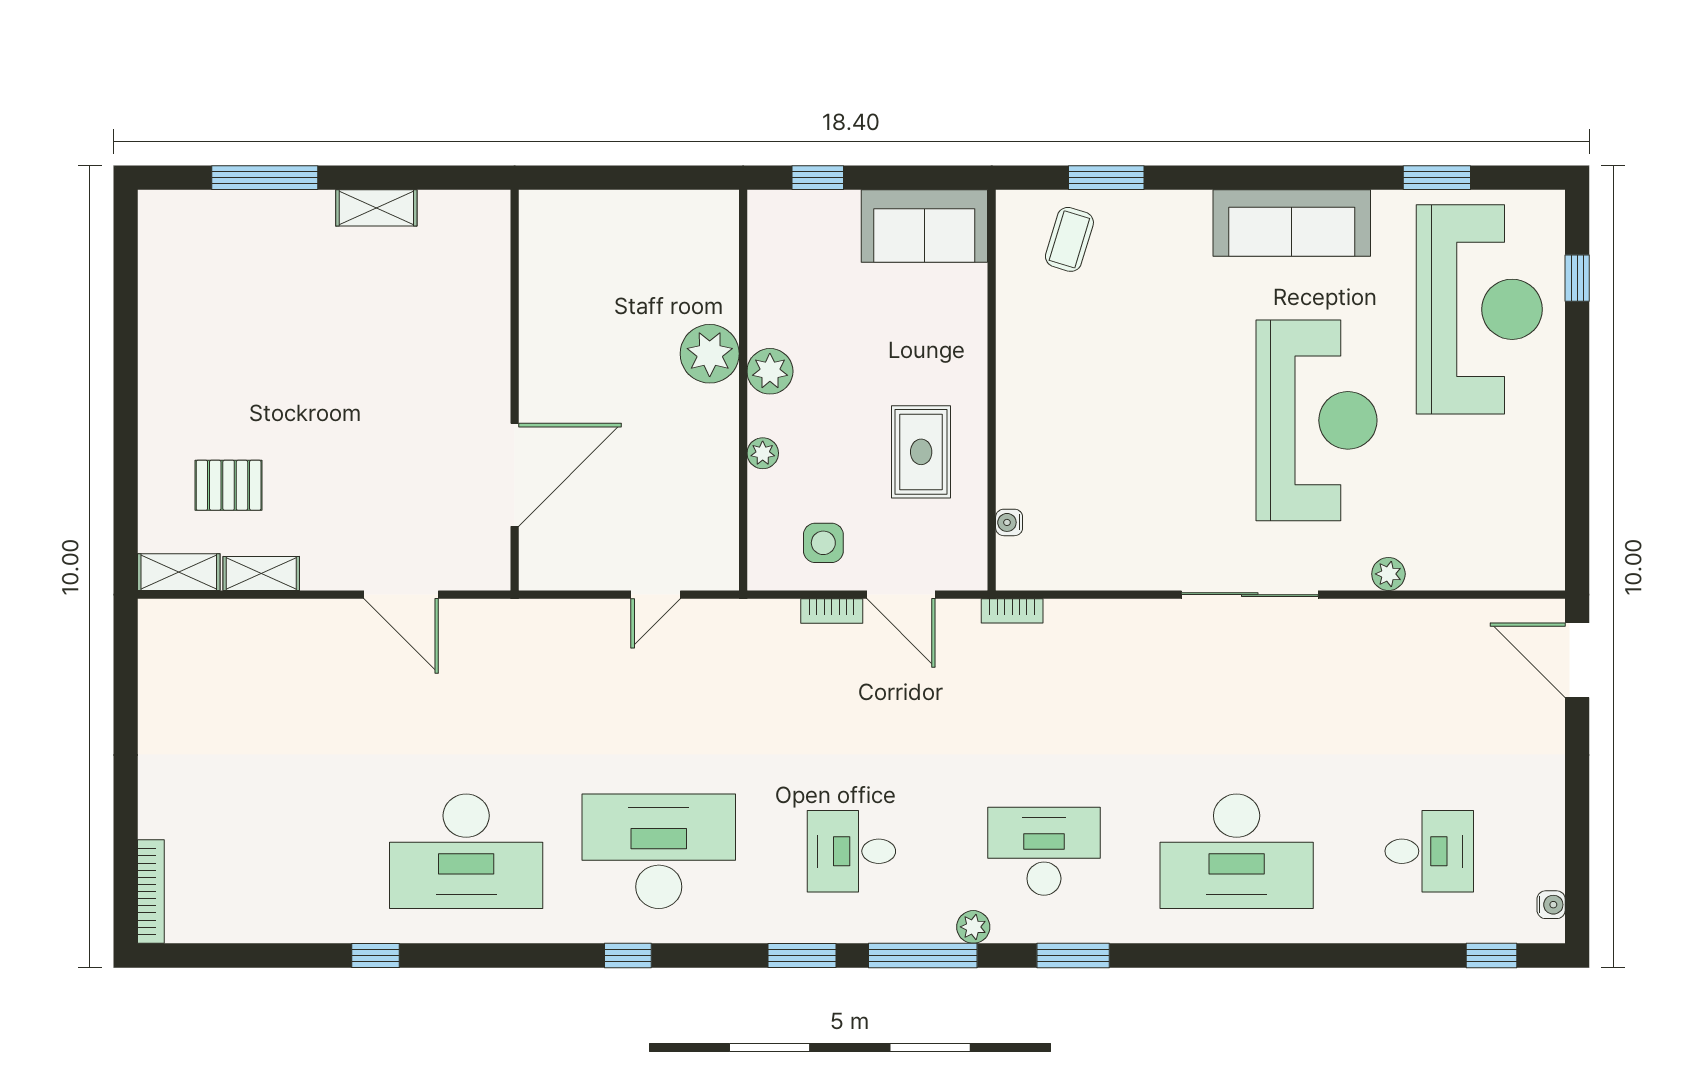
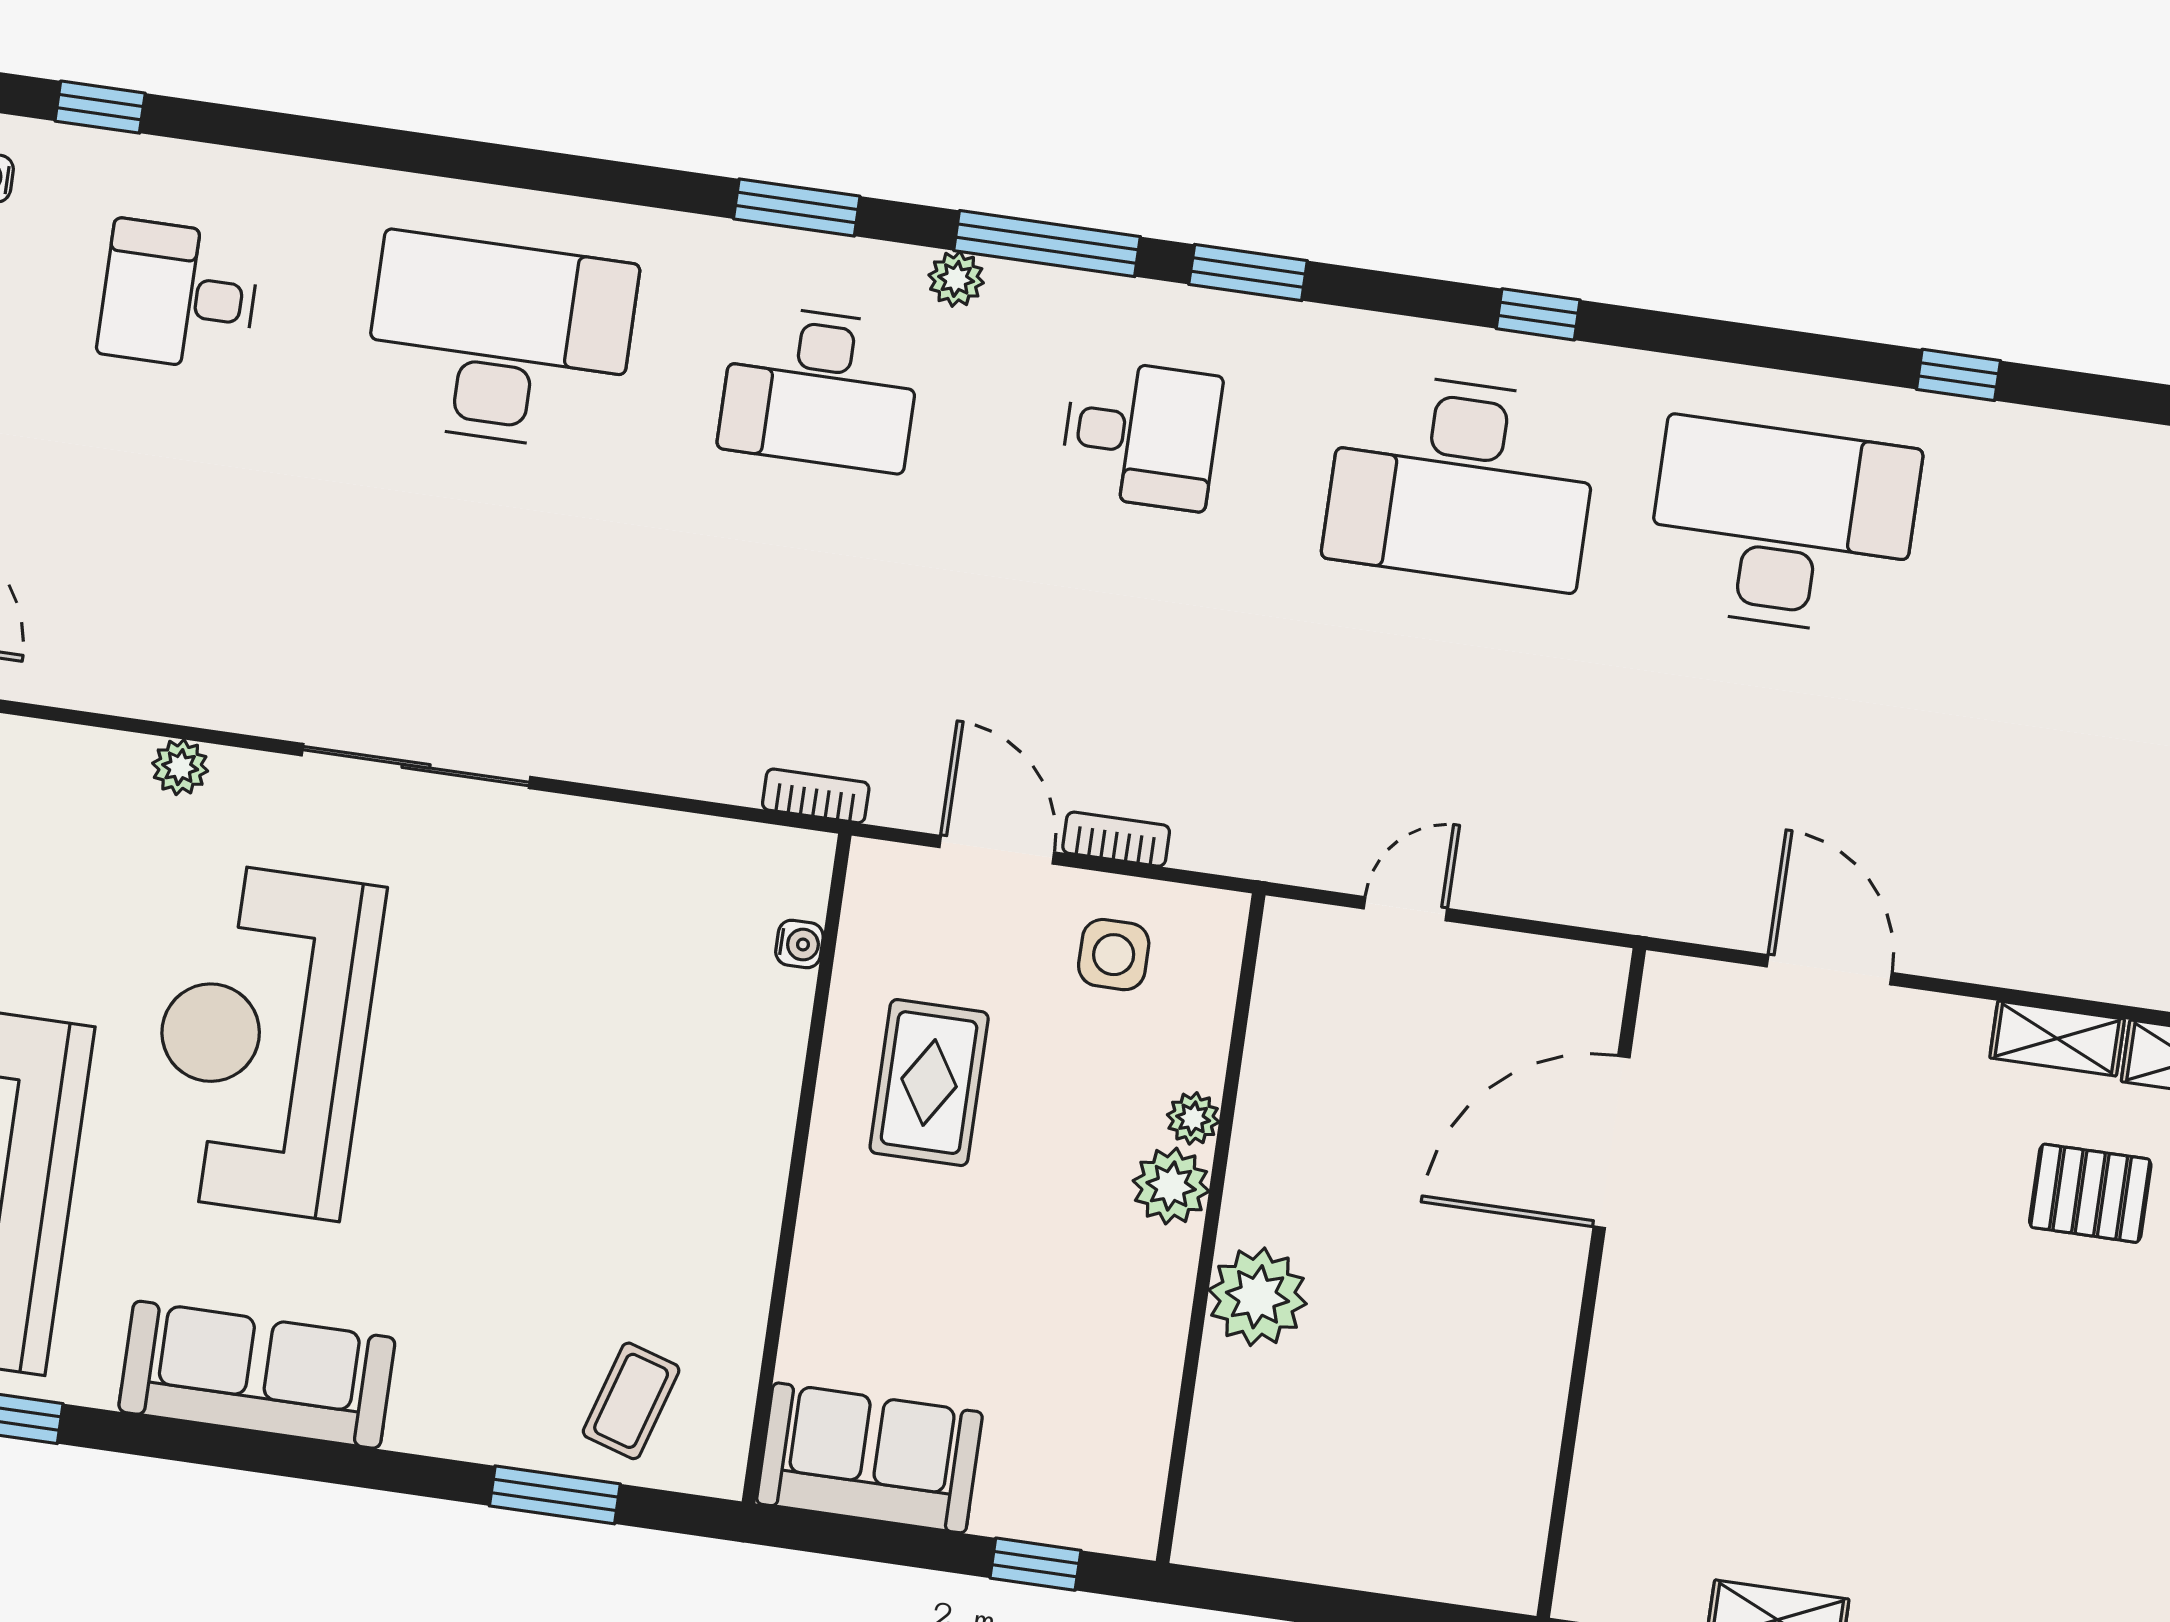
plant: (770, 371) -> (1171, 1186), moved

